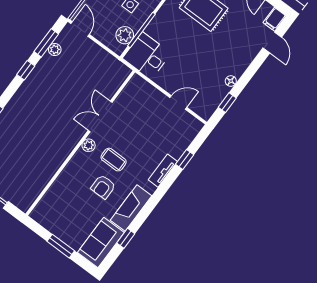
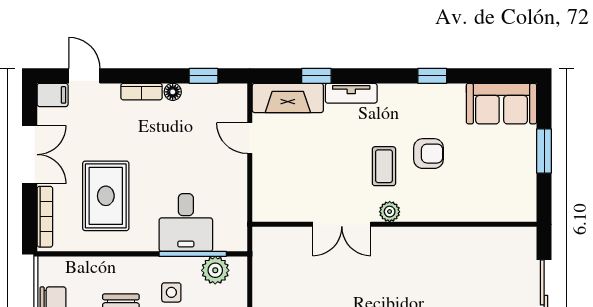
door: (272, 43) -> (84, 76), hinge flipped
desk: (147, 56) -> (186, 223), moved
bookcase: (243, 65) -> (142, 92), added
fireplace: (131, 208) -> (288, 98), moved
window: (126, 238) -> (432, 76), moved

